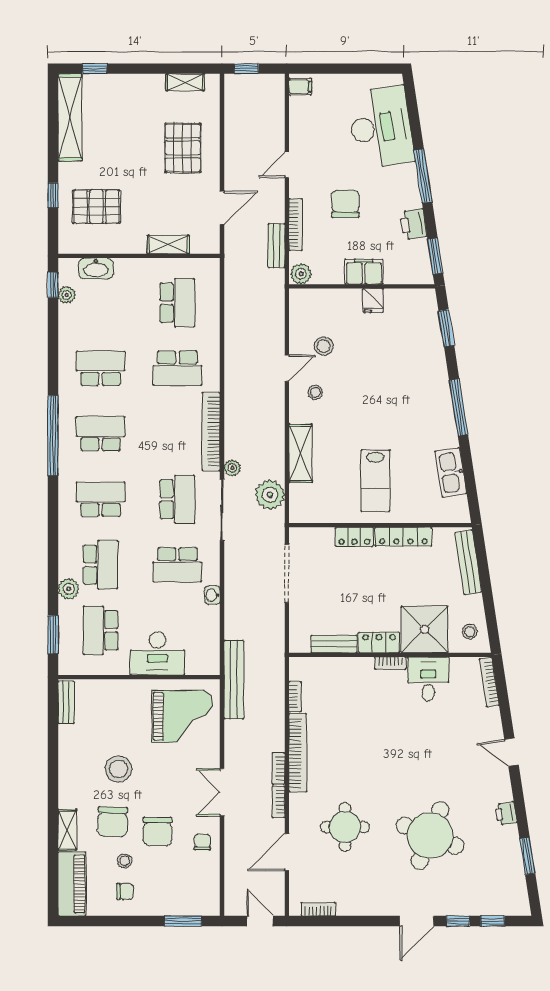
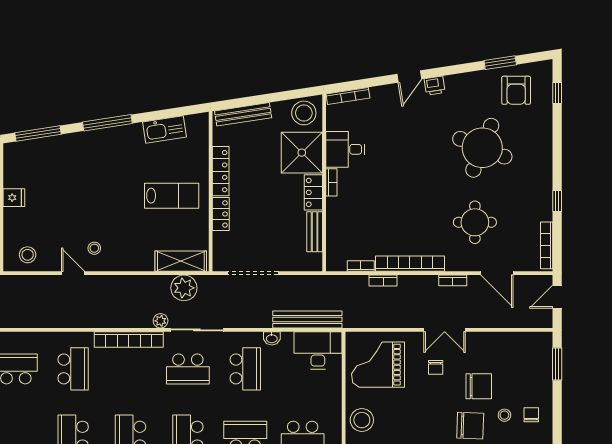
window: (446, 328) -> (38, 134), width x1.44
stool: (324, 346) -> (28, 255), moved
shelving: (301, 453) -> (181, 261), moved
school desk: (177, 499) -> (188, 369), turned 180
stool: (470, 632) -> (304, 113), width x1.89, depth x1.89
desk: (157, 654) -> (318, 350), moved, turned -90
bench: (234, 680) -> (307, 320), moved
grand piano: (182, 716) -> (378, 365), turned -90
stool: (119, 769) -> (362, 420), moved
bookcase: (278, 769) -> (383, 280), moved
printer: (506, 813) -> (435, 86), moved
chair: (202, 842) -> (436, 367), moved, turned -90
armchair: (496, 874) -> (516, 90), added
bookcase: (318, 909) -> (547, 245), width x1.56
door: (417, 921) -> (557, 160), removed
window: (458, 921) -> (557, 201), moved

